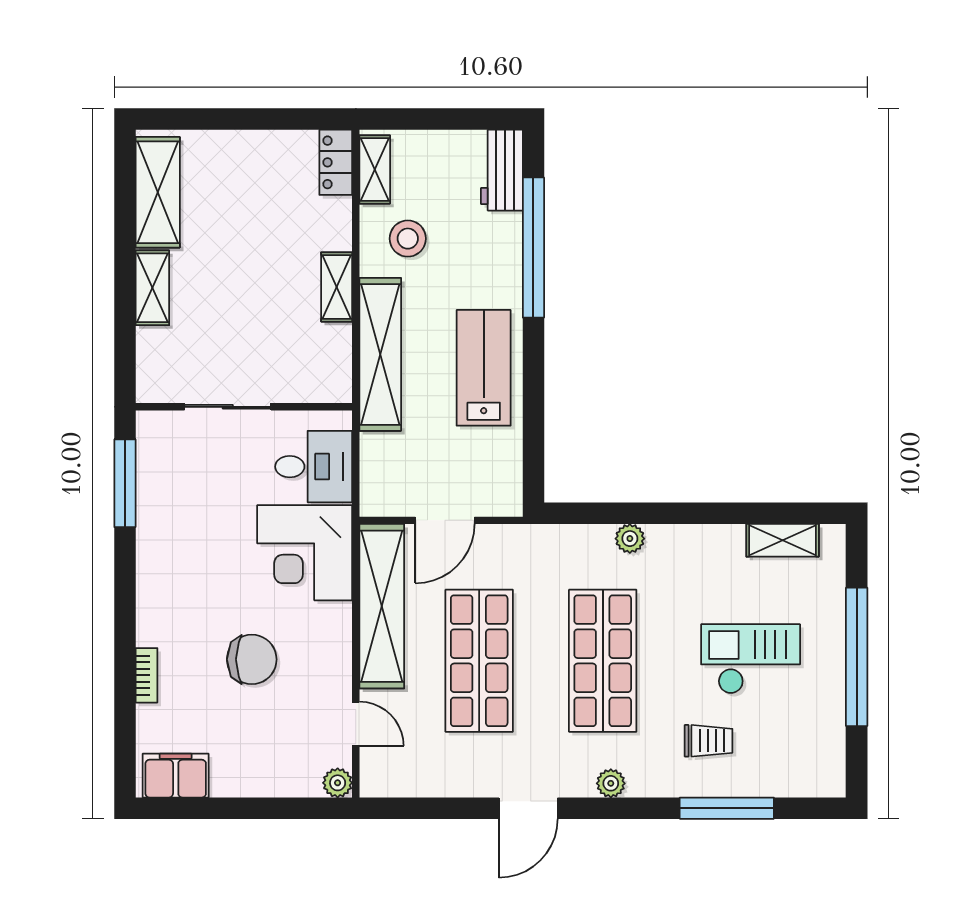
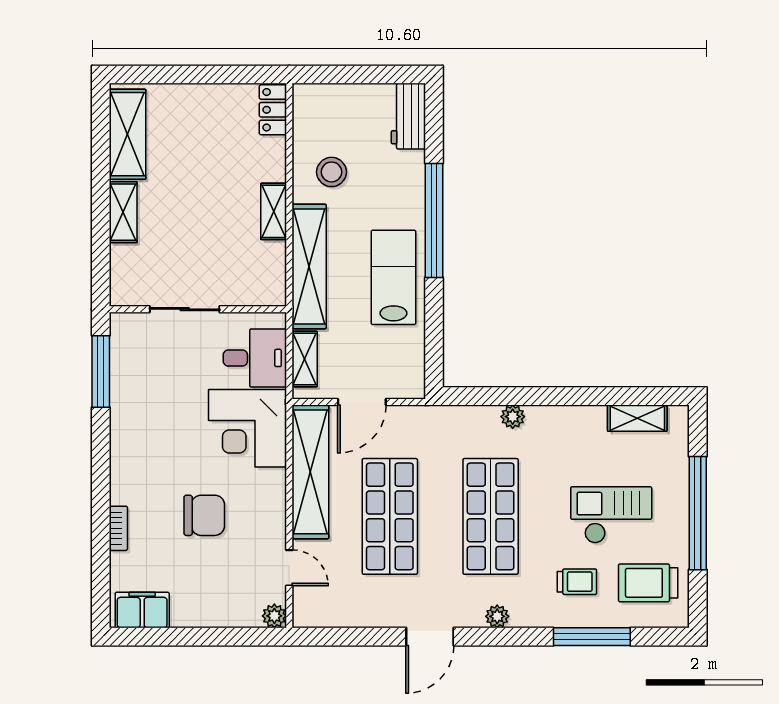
shelving: (375, 169) -> (305, 359), moved
window: (533, 248) -> (434, 220), moved
trolley: (796, 742) -> (648, 583), added

